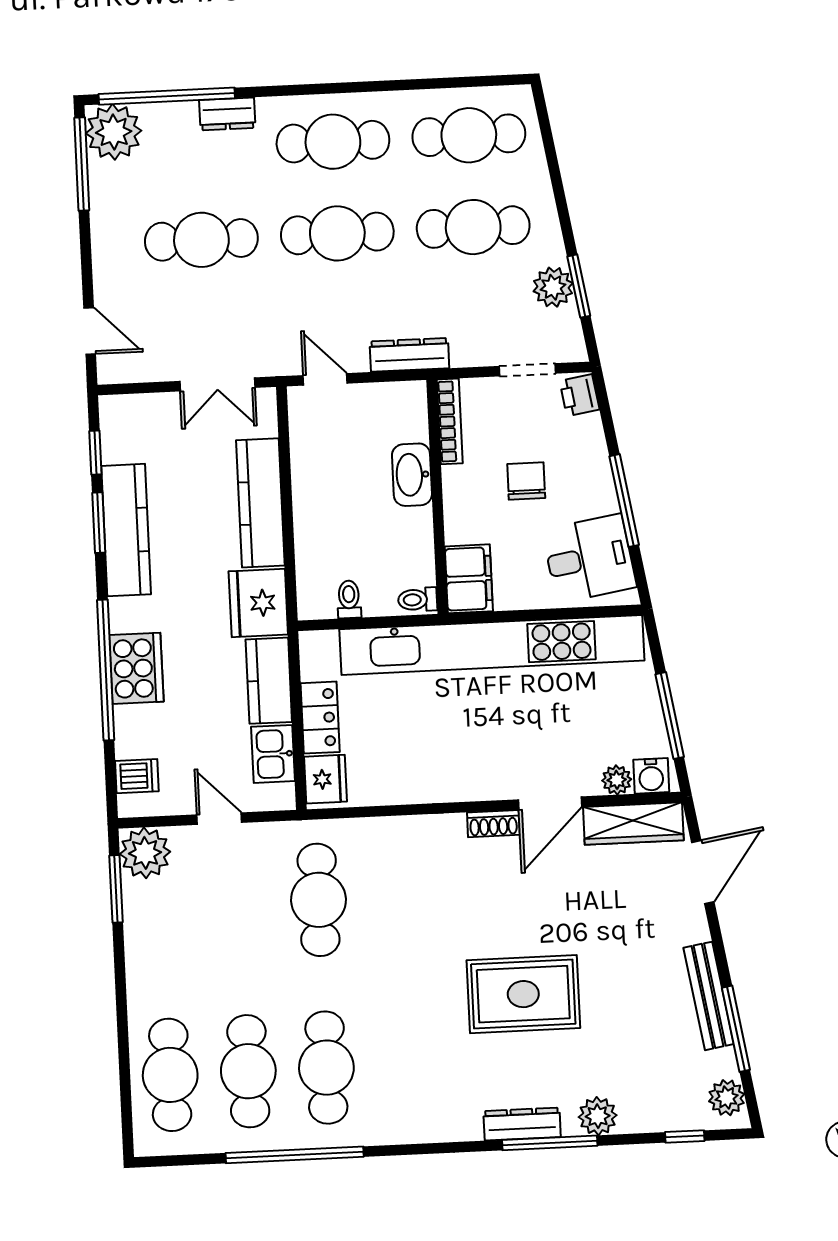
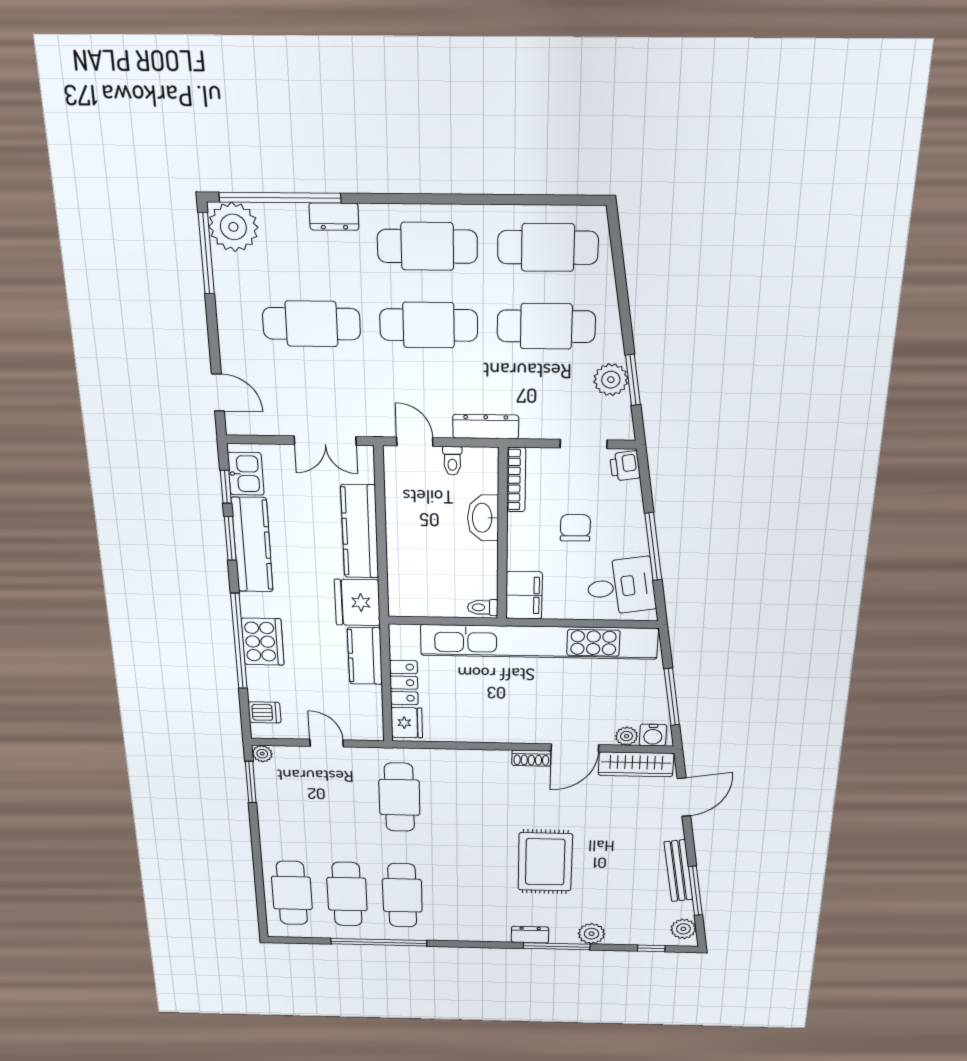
toilet: (349, 599) -> (452, 461), moved, turned 180
kitchen sink: (273, 754) -> (246, 474), moved, turned 180
plant: (145, 853) -> (262, 754), width x0.53, depth x0.53
rug: (523, 994) -> (545, 862), turned 90
dresser: (522, 1124) -> (530, 935), width x0.70

